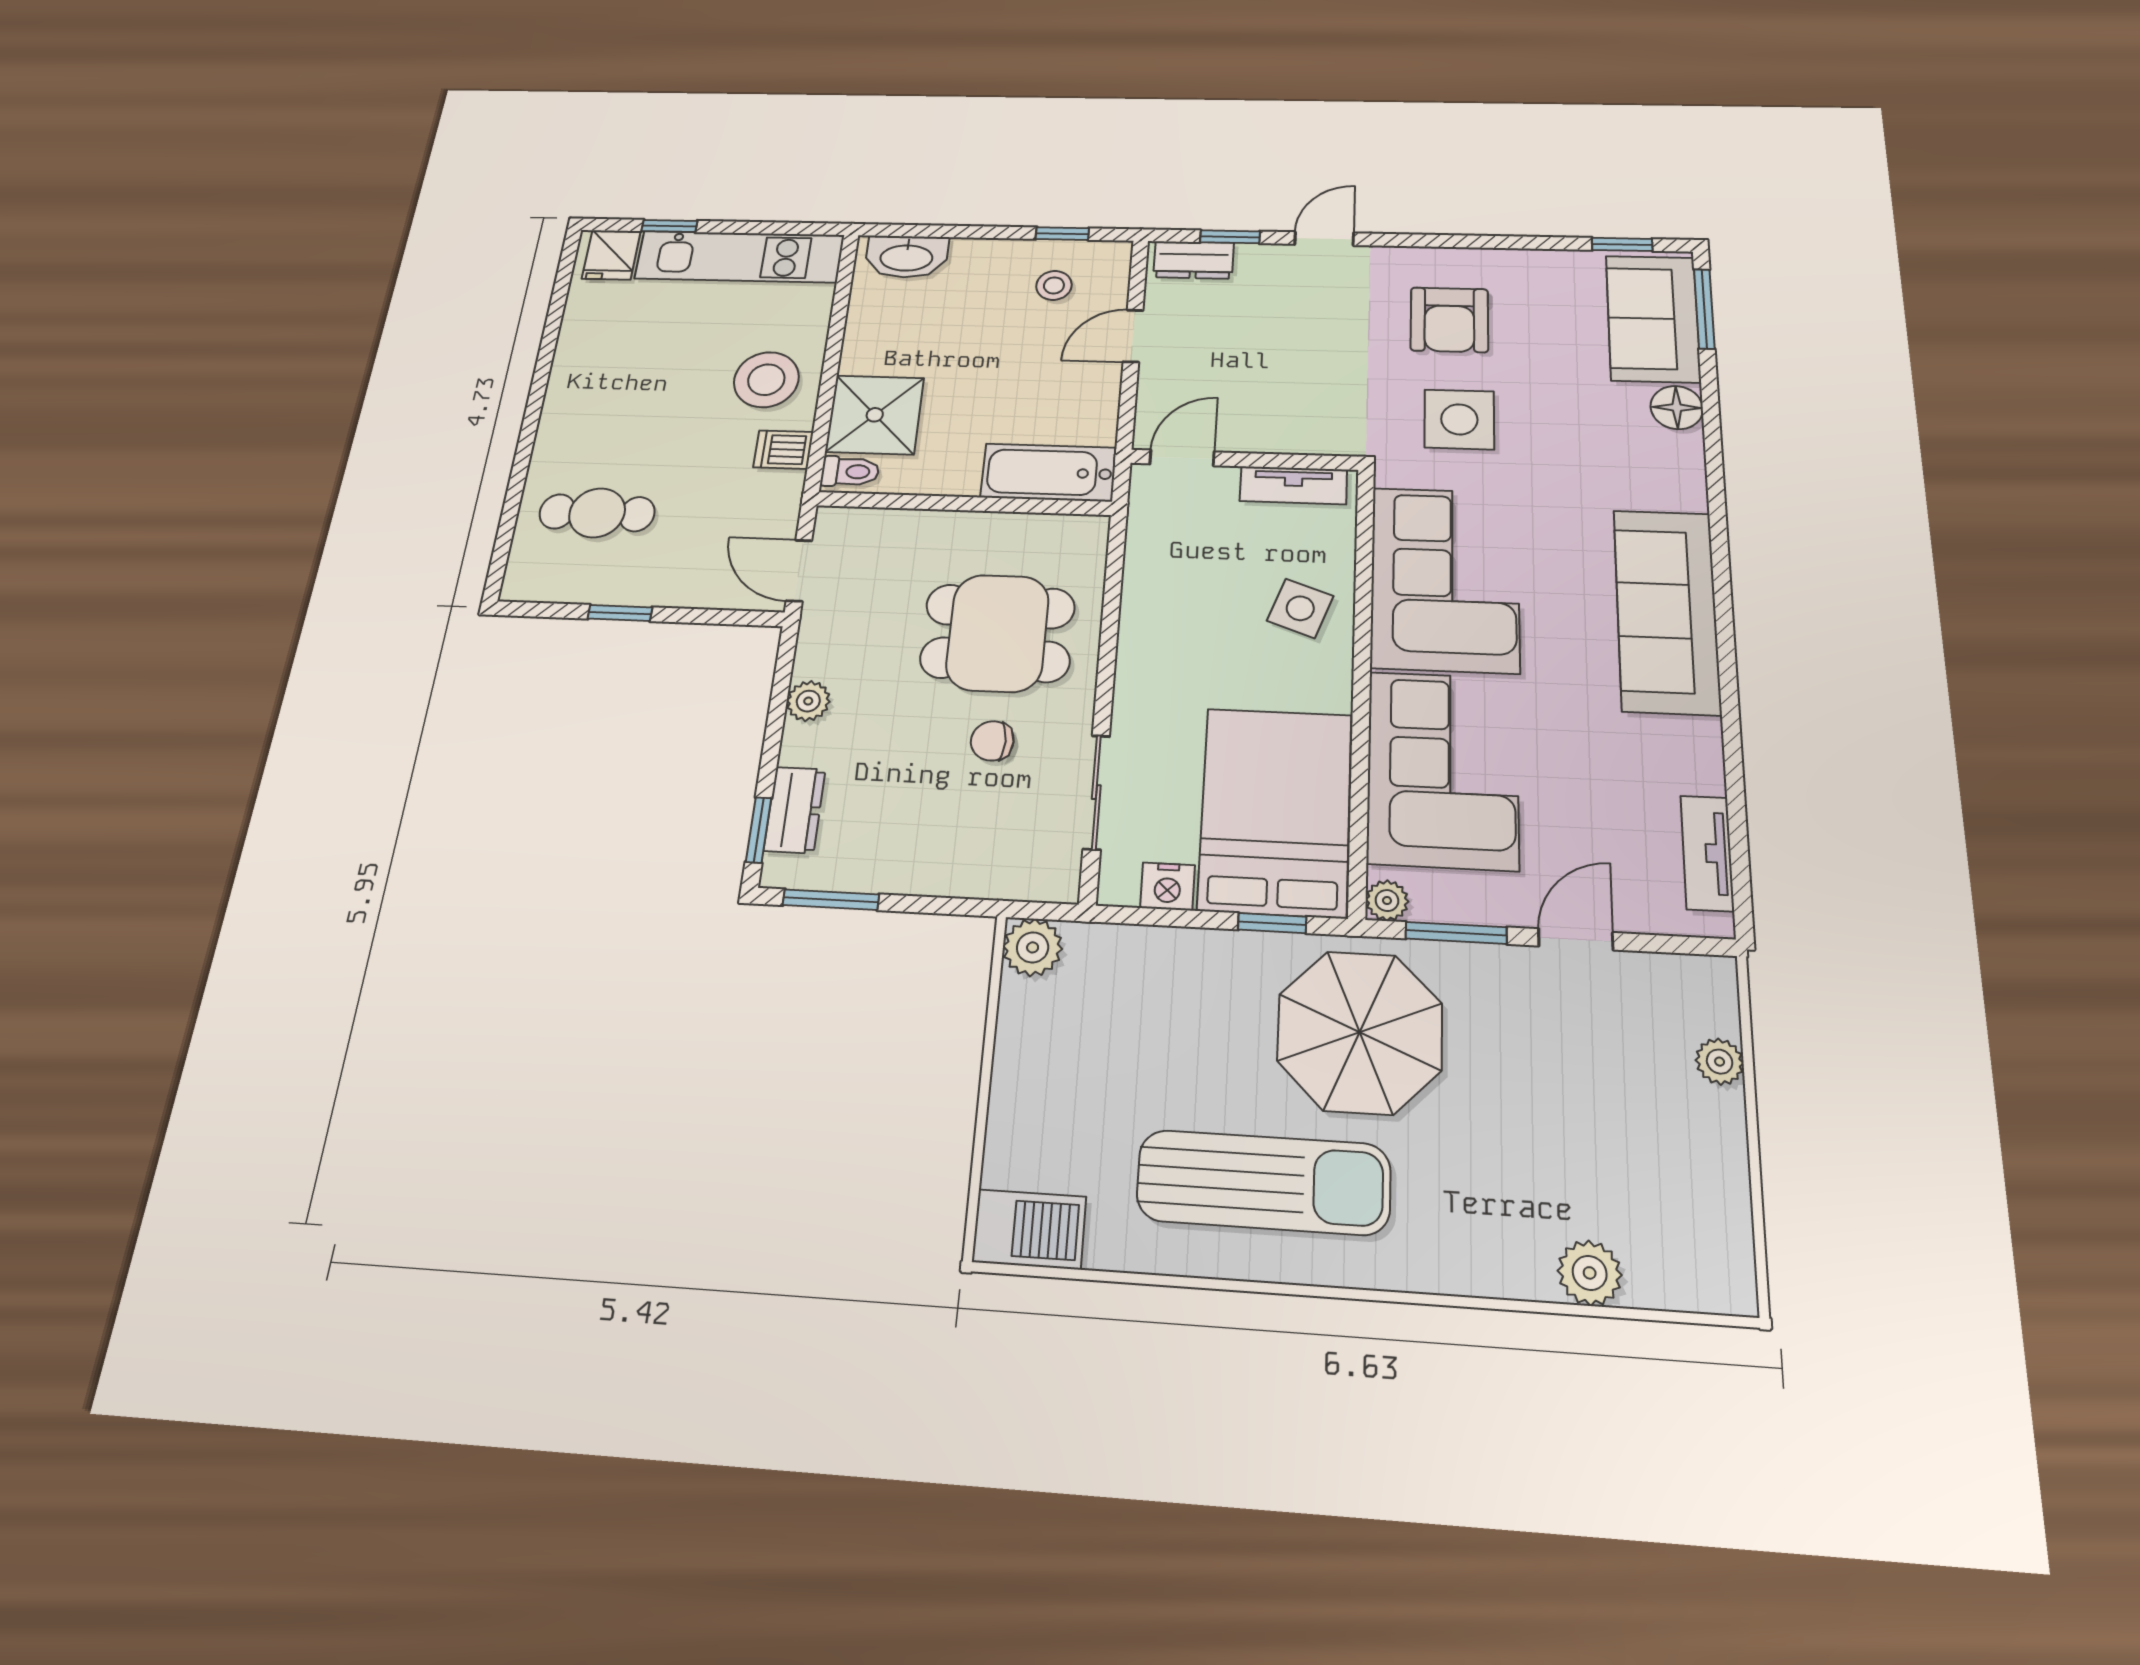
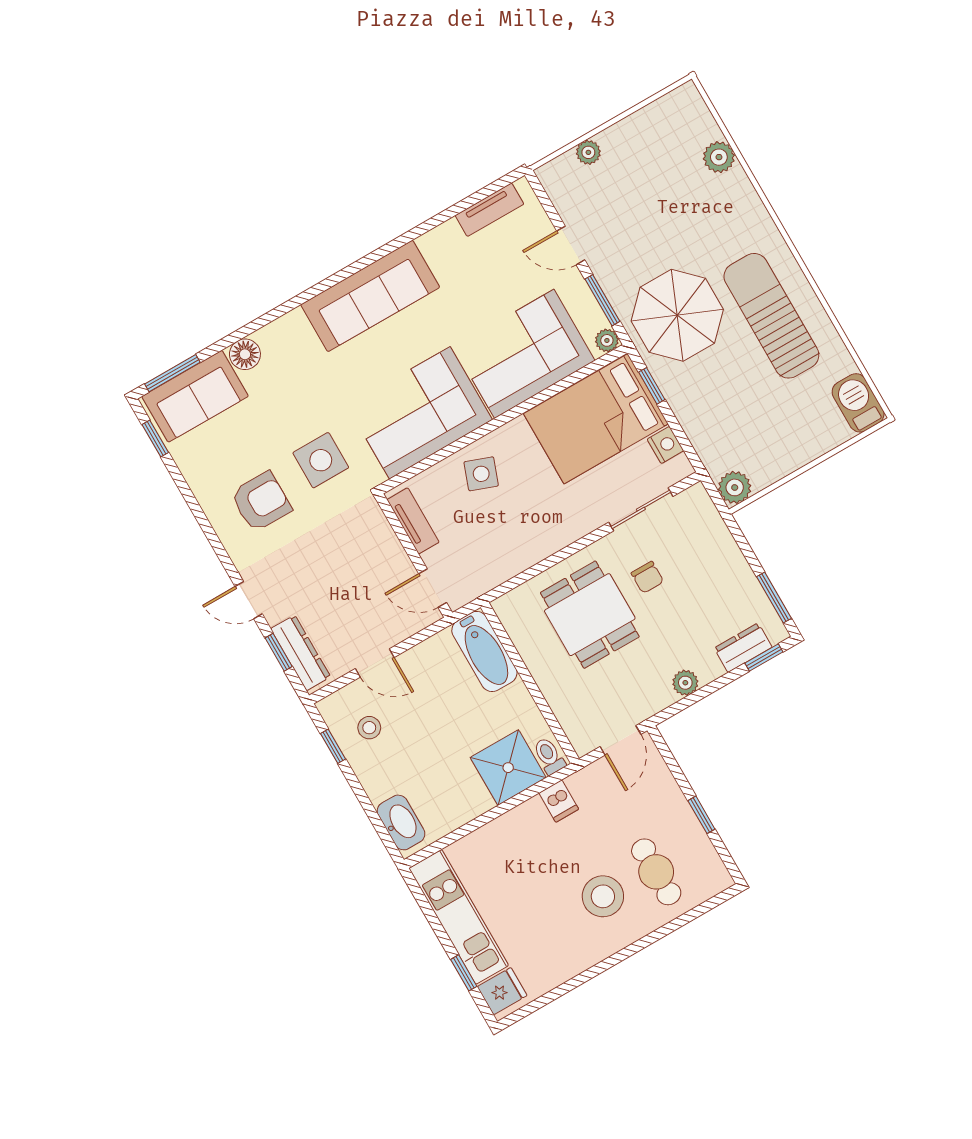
dresser: (1194, 260) -> (301, 653), width x1.44
stool: (766, 380) -> (603, 896), moved

